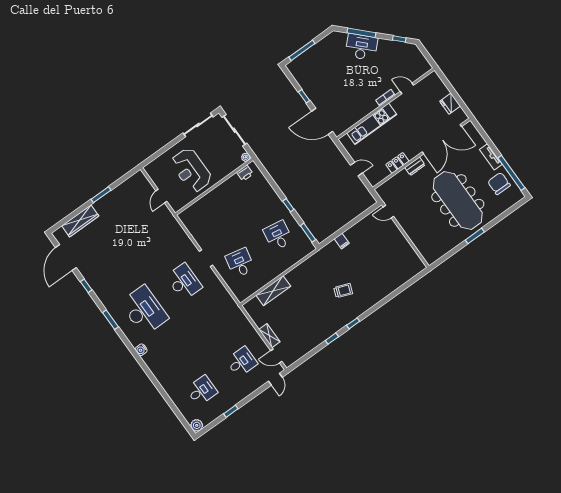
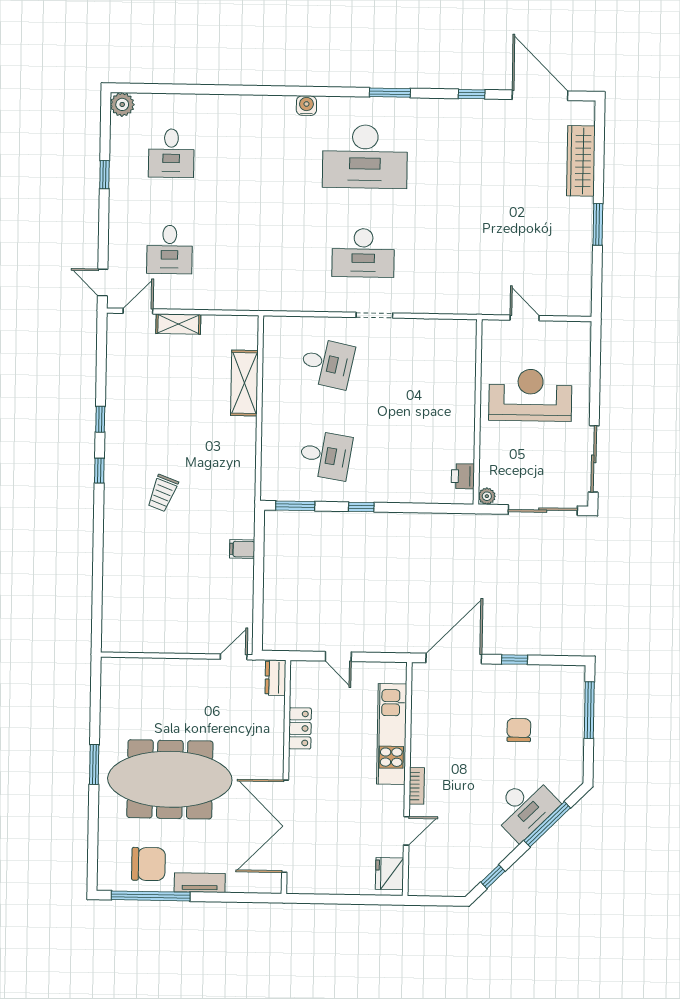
chair: (332, 73) -> (519, 730), added
fridge: (450, 104) -> (390, 874), moved, turned -90
dresser: (415, 166) -> (275, 678), moved
door: (356, 169) -> (338, 657), hinge flipped

